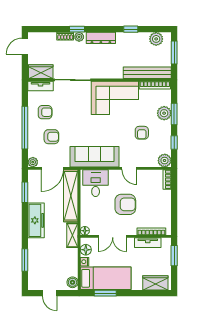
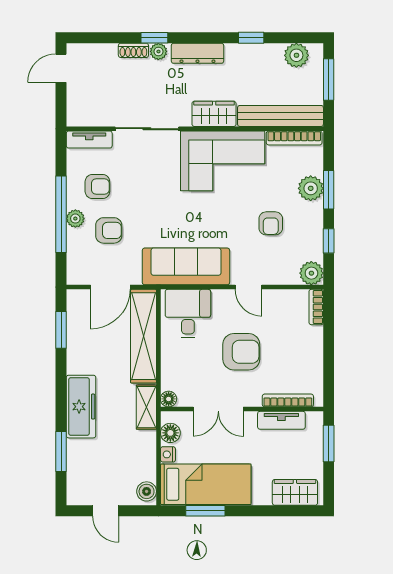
wardrobe: (41, 72) -> (214, 114), moved
plant: (33, 162) -> (75, 219), moved
freezer: (36, 220) -> (81, 407), moved

